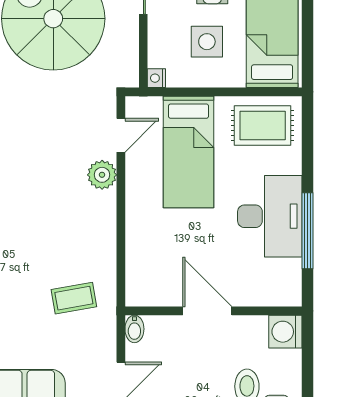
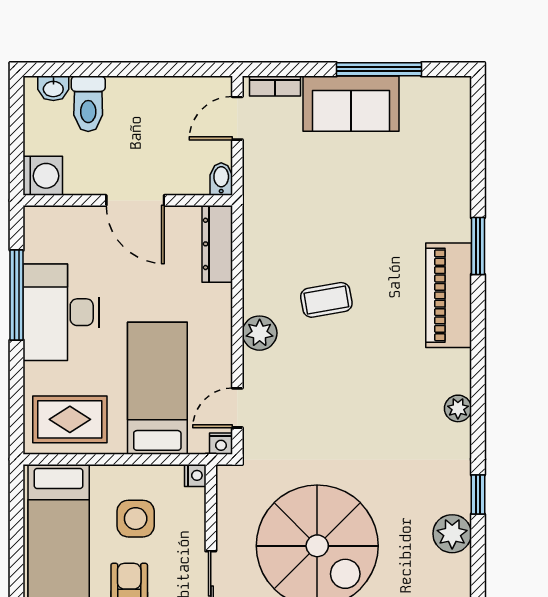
nightstand: (135, 105) -> (221, 444), added
plant: (102, 175) -> (260, 333), moved
dresser: (138, 274) -> (217, 244), added
coffee table: (74, 298) -> (326, 300), moved

